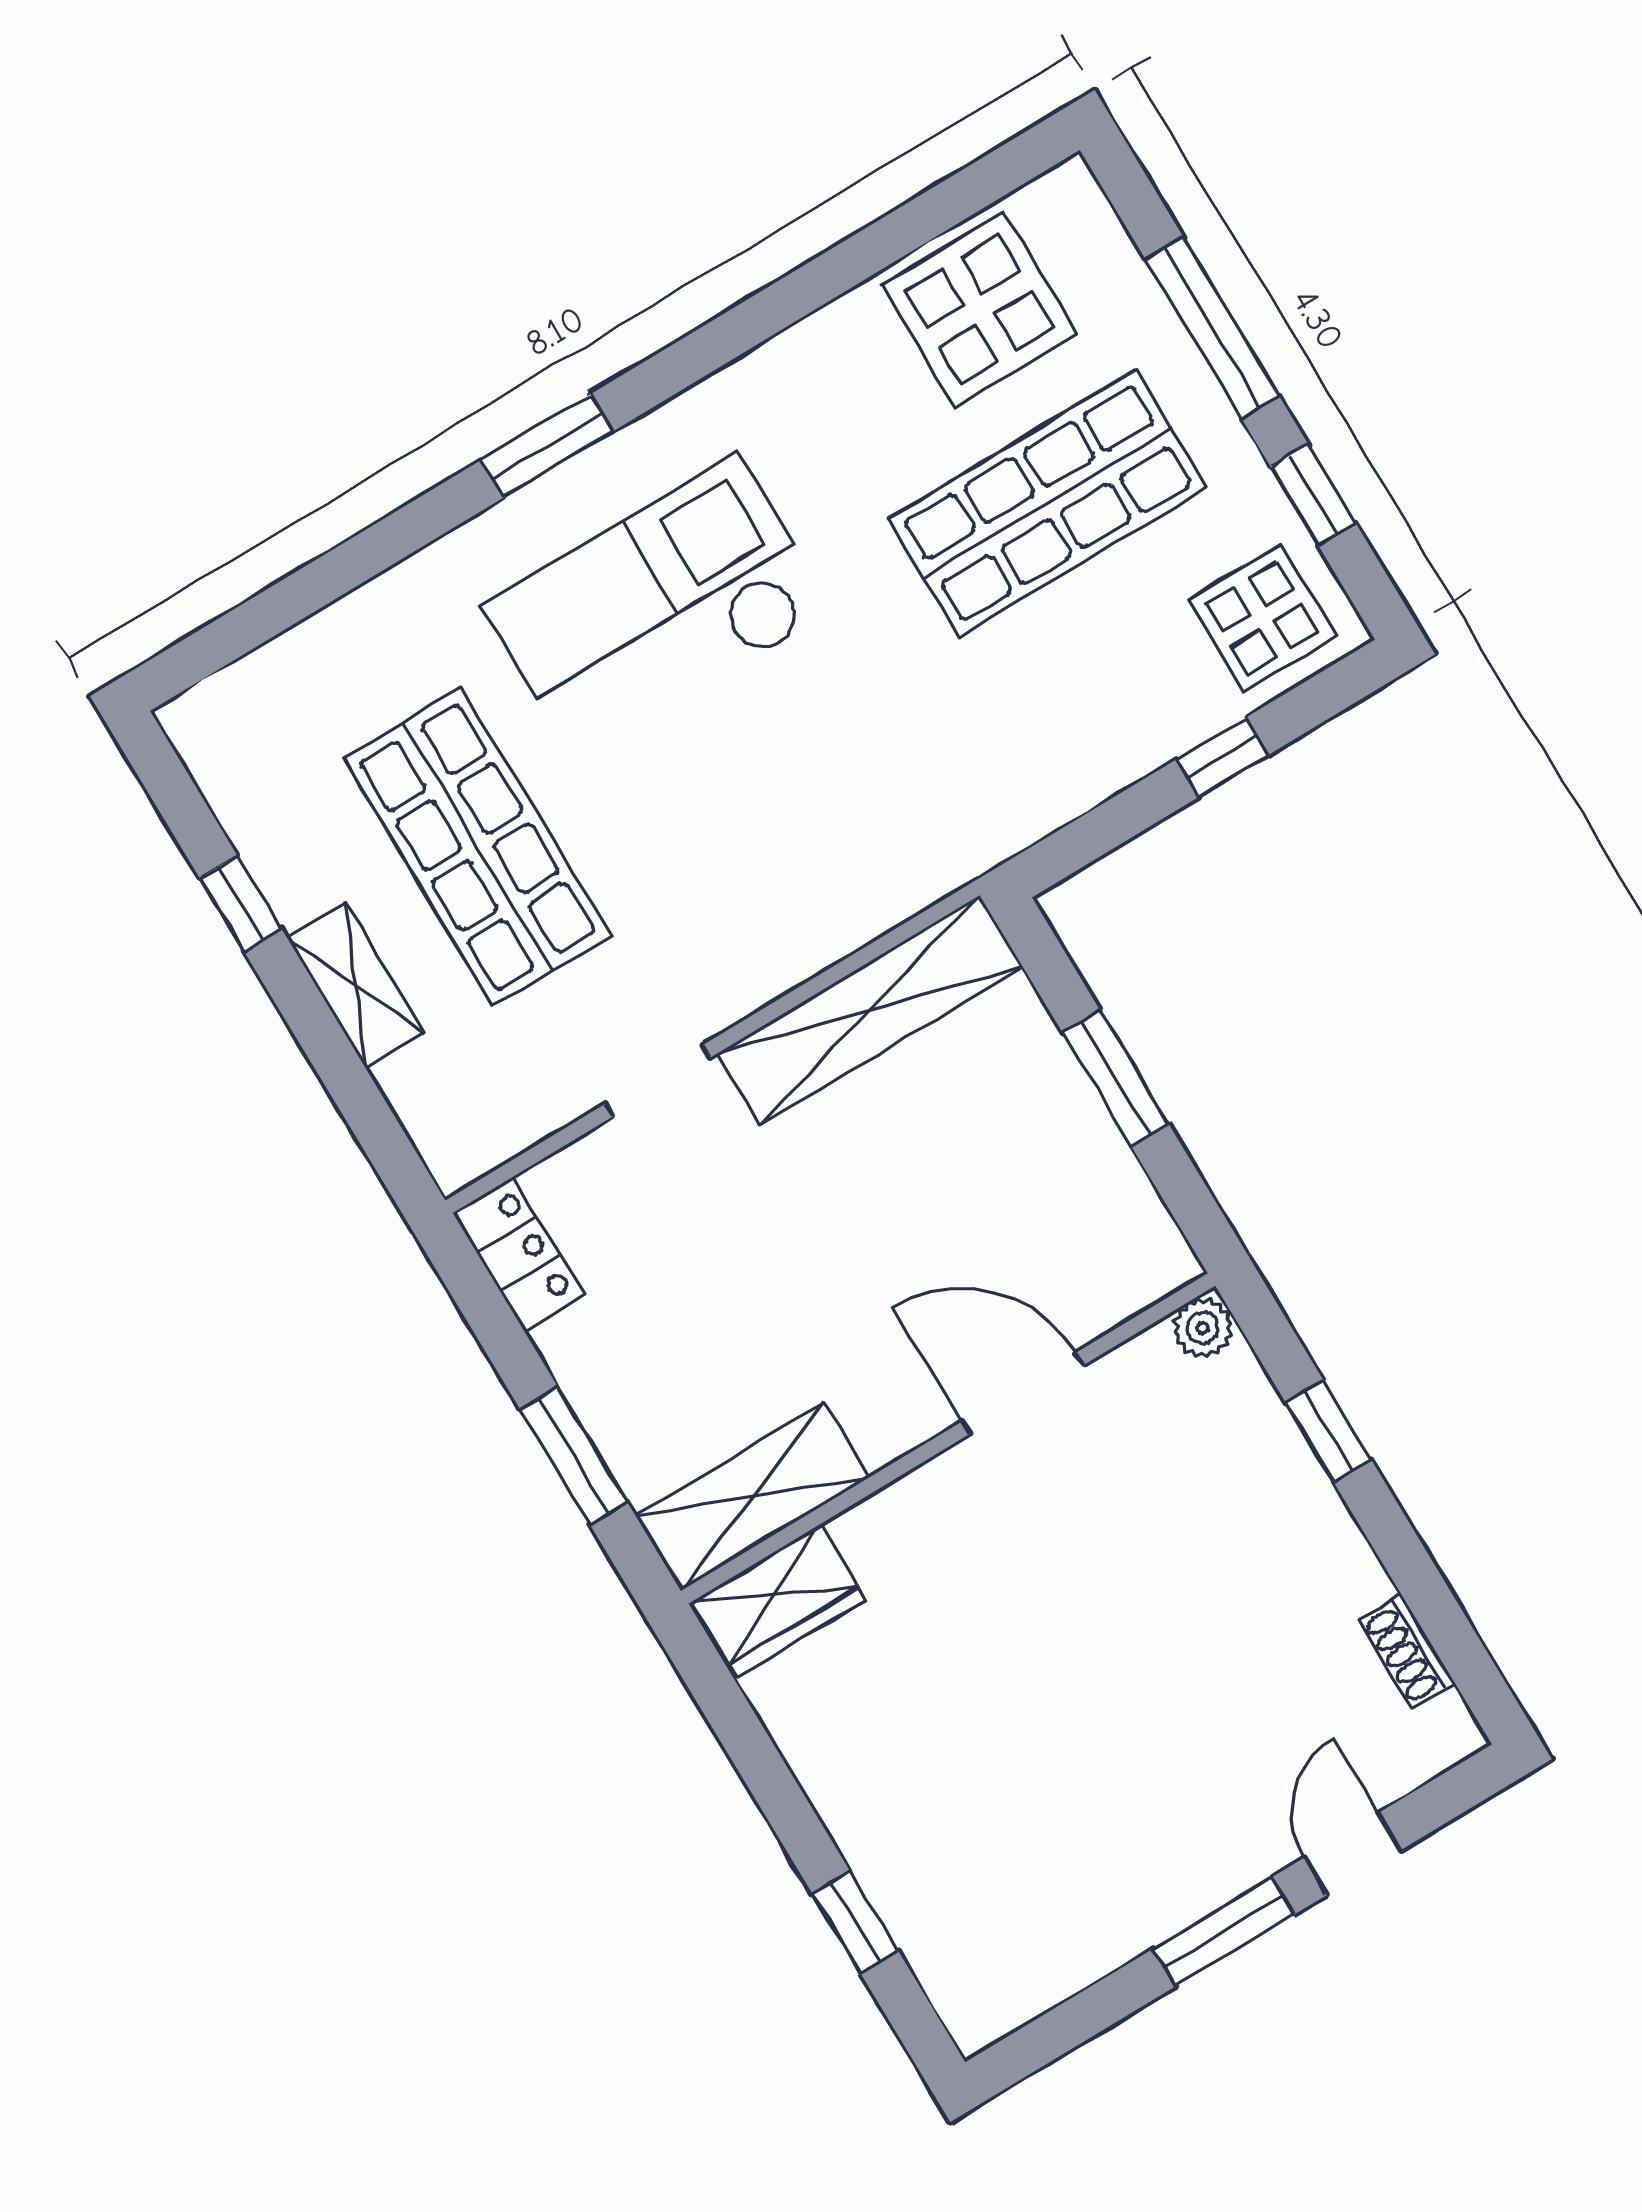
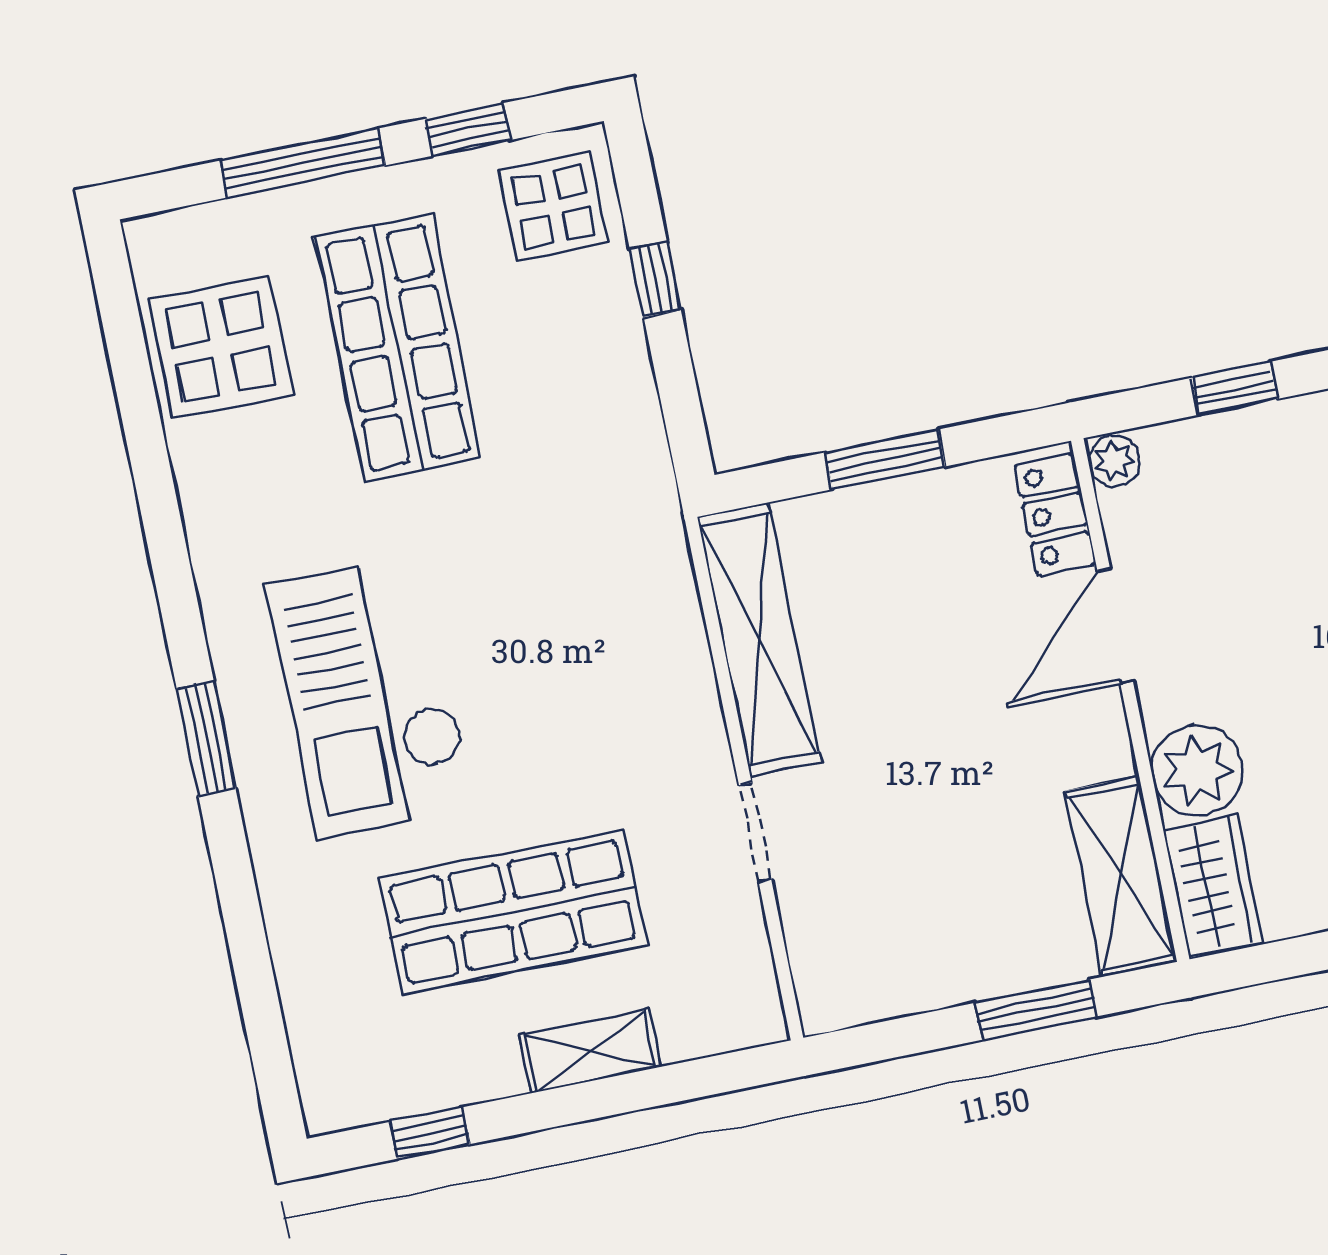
window: (241, 903) -> (430, 1133), moved
locker: (519, 1254) -> (1055, 514), moved, turned -90
plant: (897, 1539) -> (1197, 770), added

